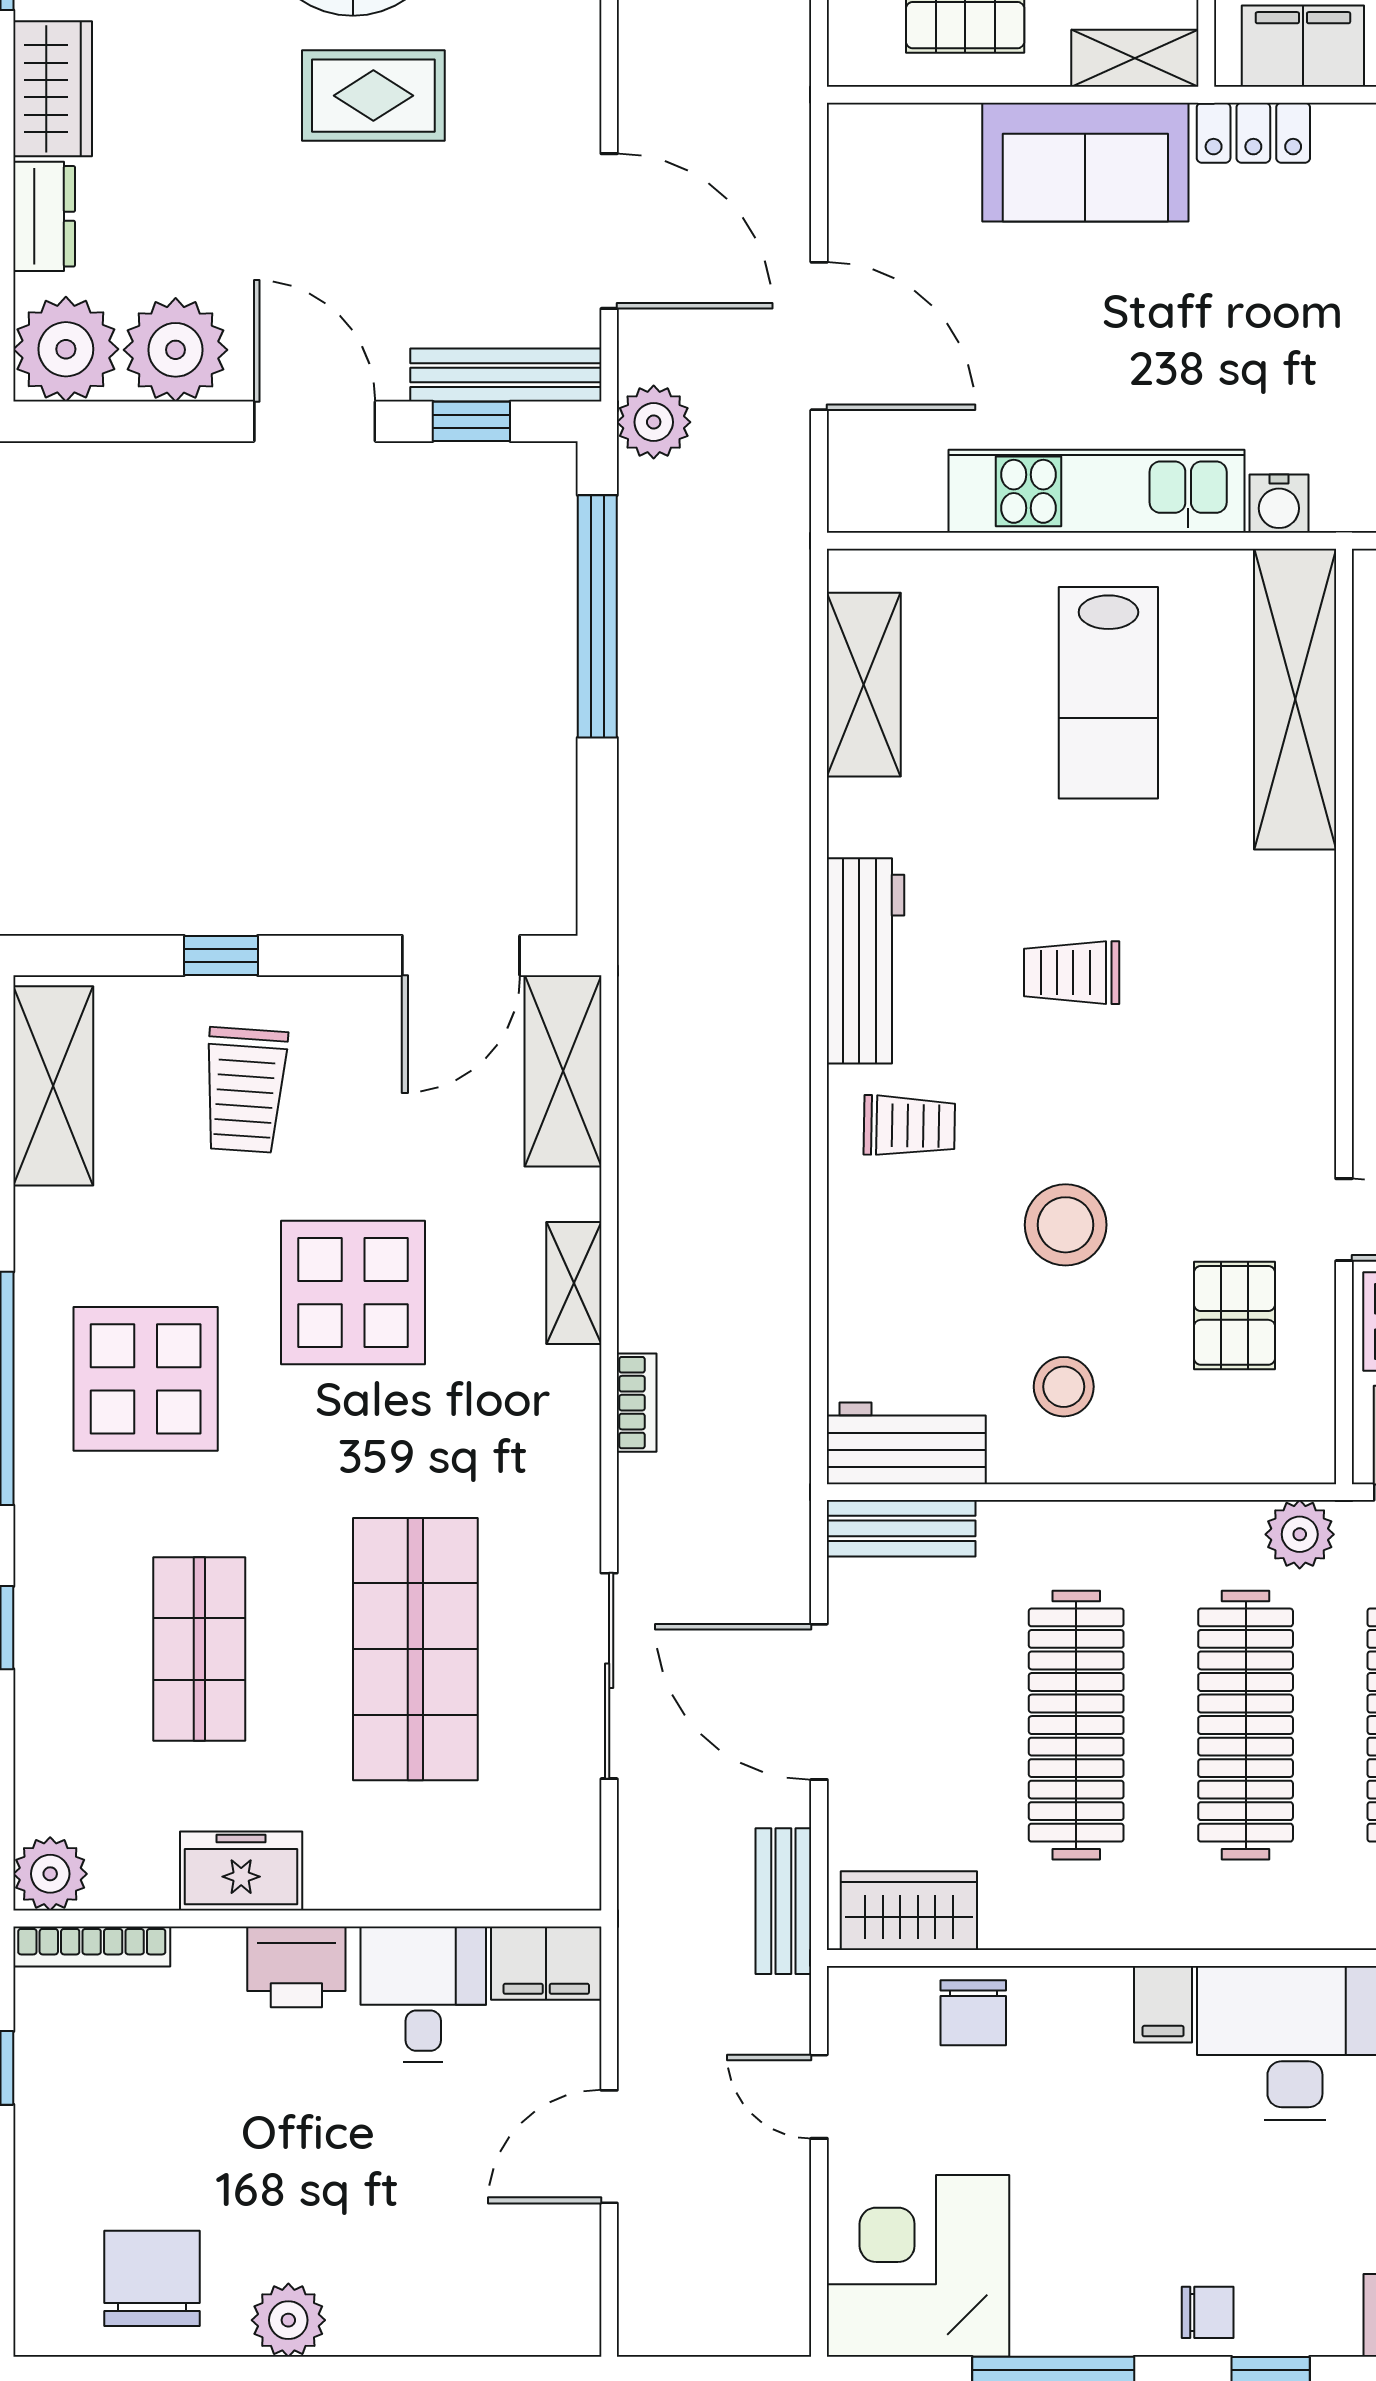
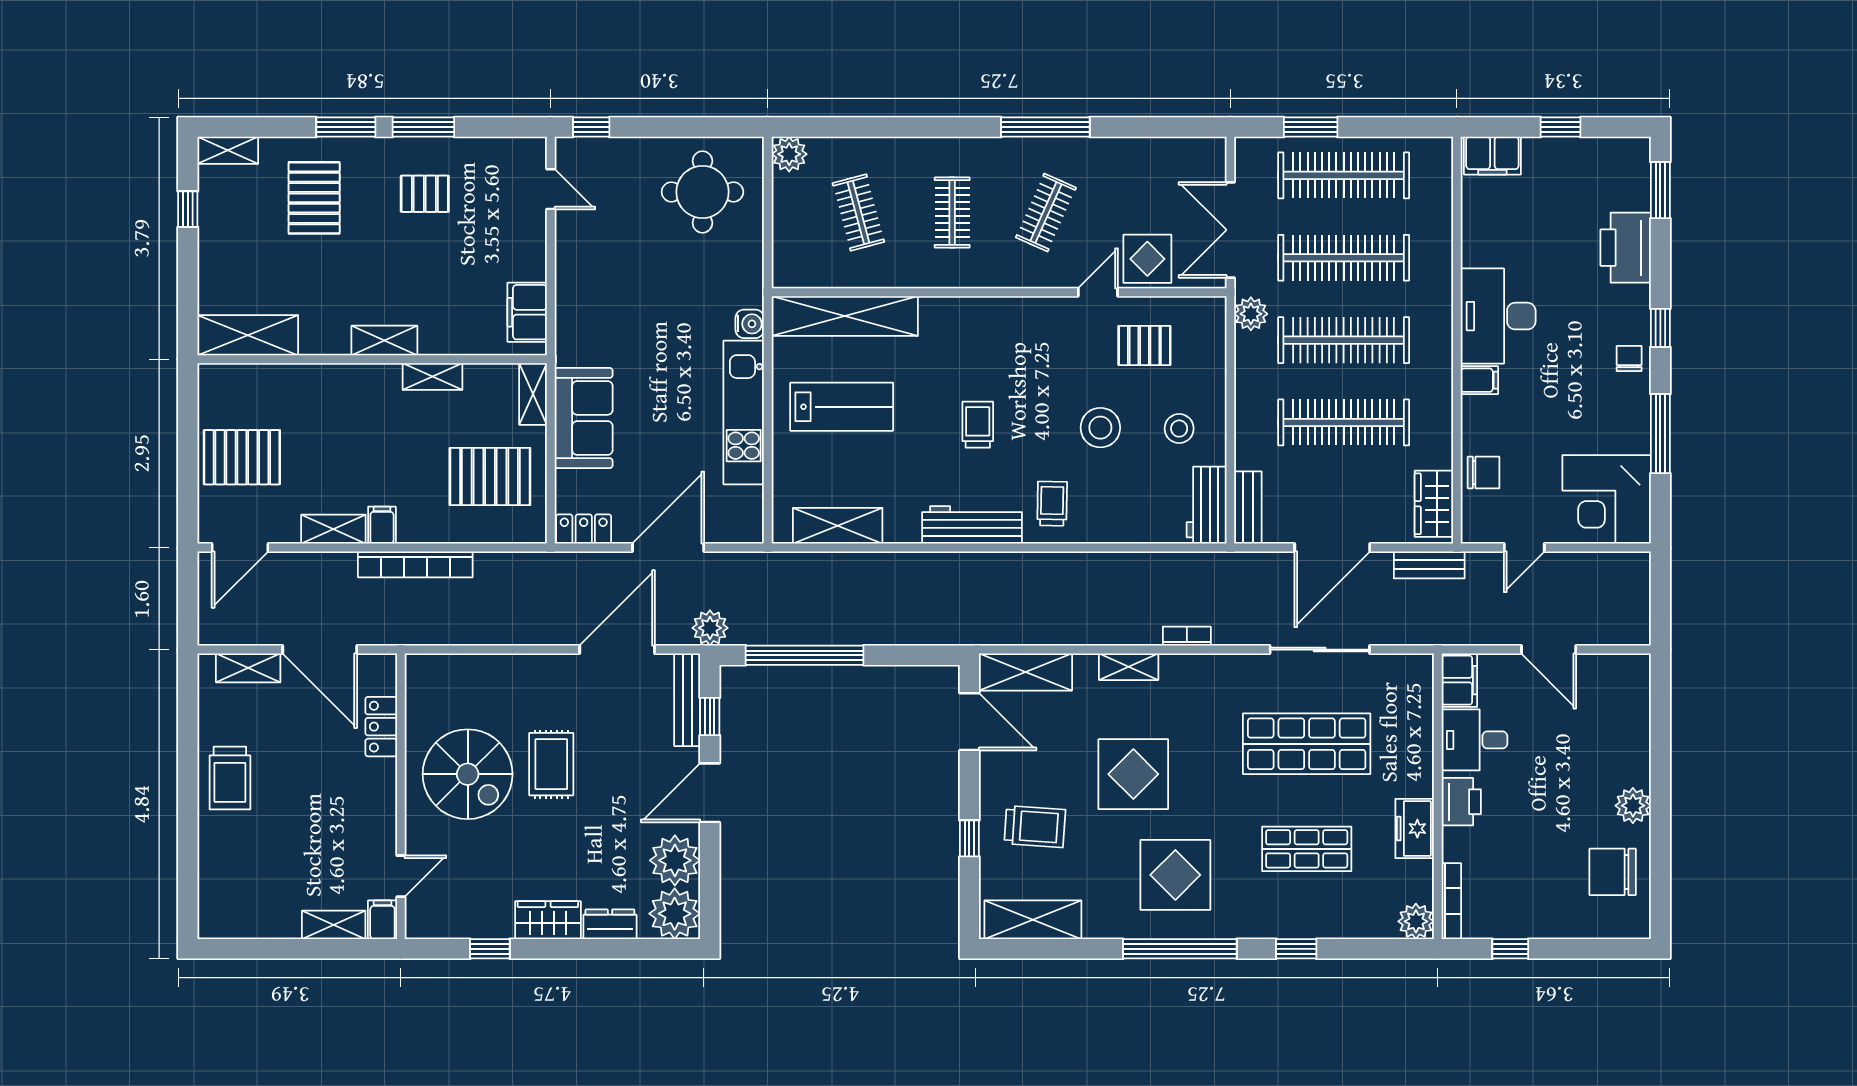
locker: (1253, 133) -> (584, 529), moved, turned -90
trolley: (1072, 973) -> (978, 425), turned 180

